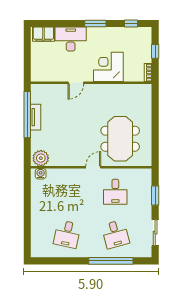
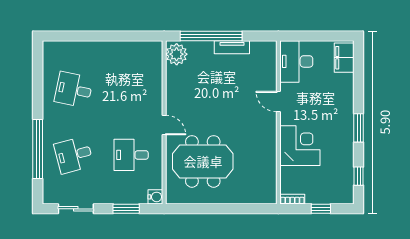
desk: (71, 39) -> (296, 61), moved, turned 180
window: (27, 115) -> (211, 36), moved
water cooler: (41, 174) -> (155, 197), moved

